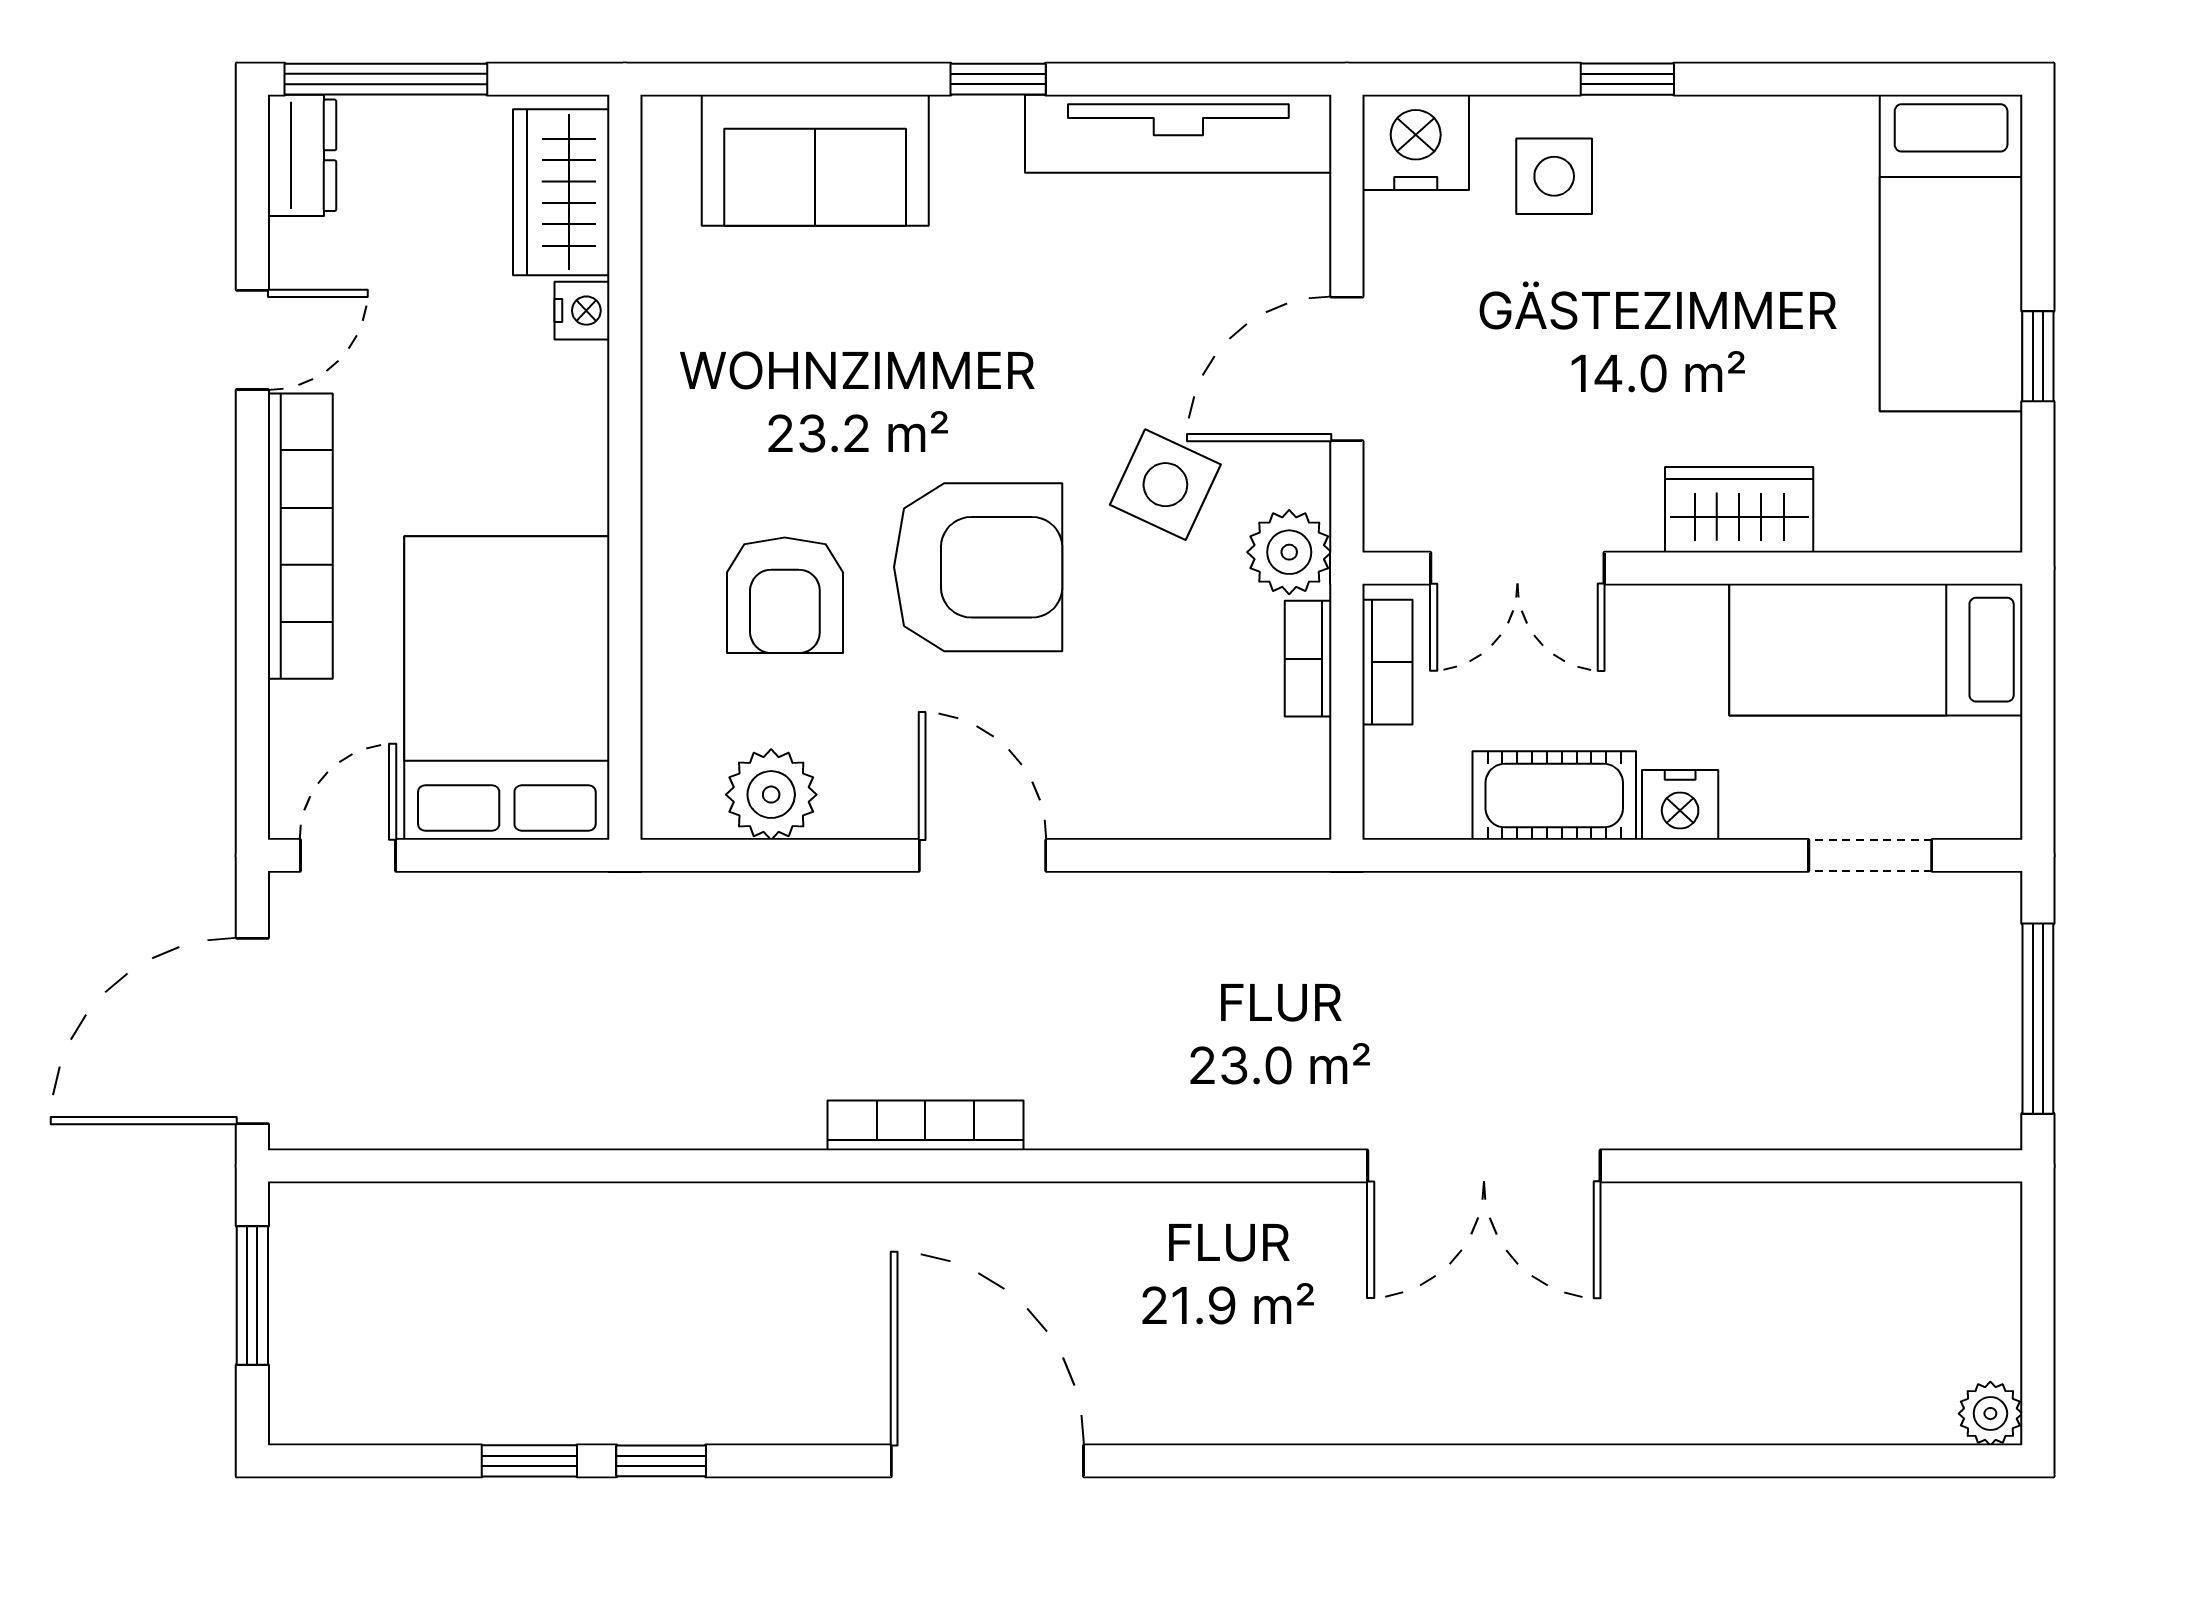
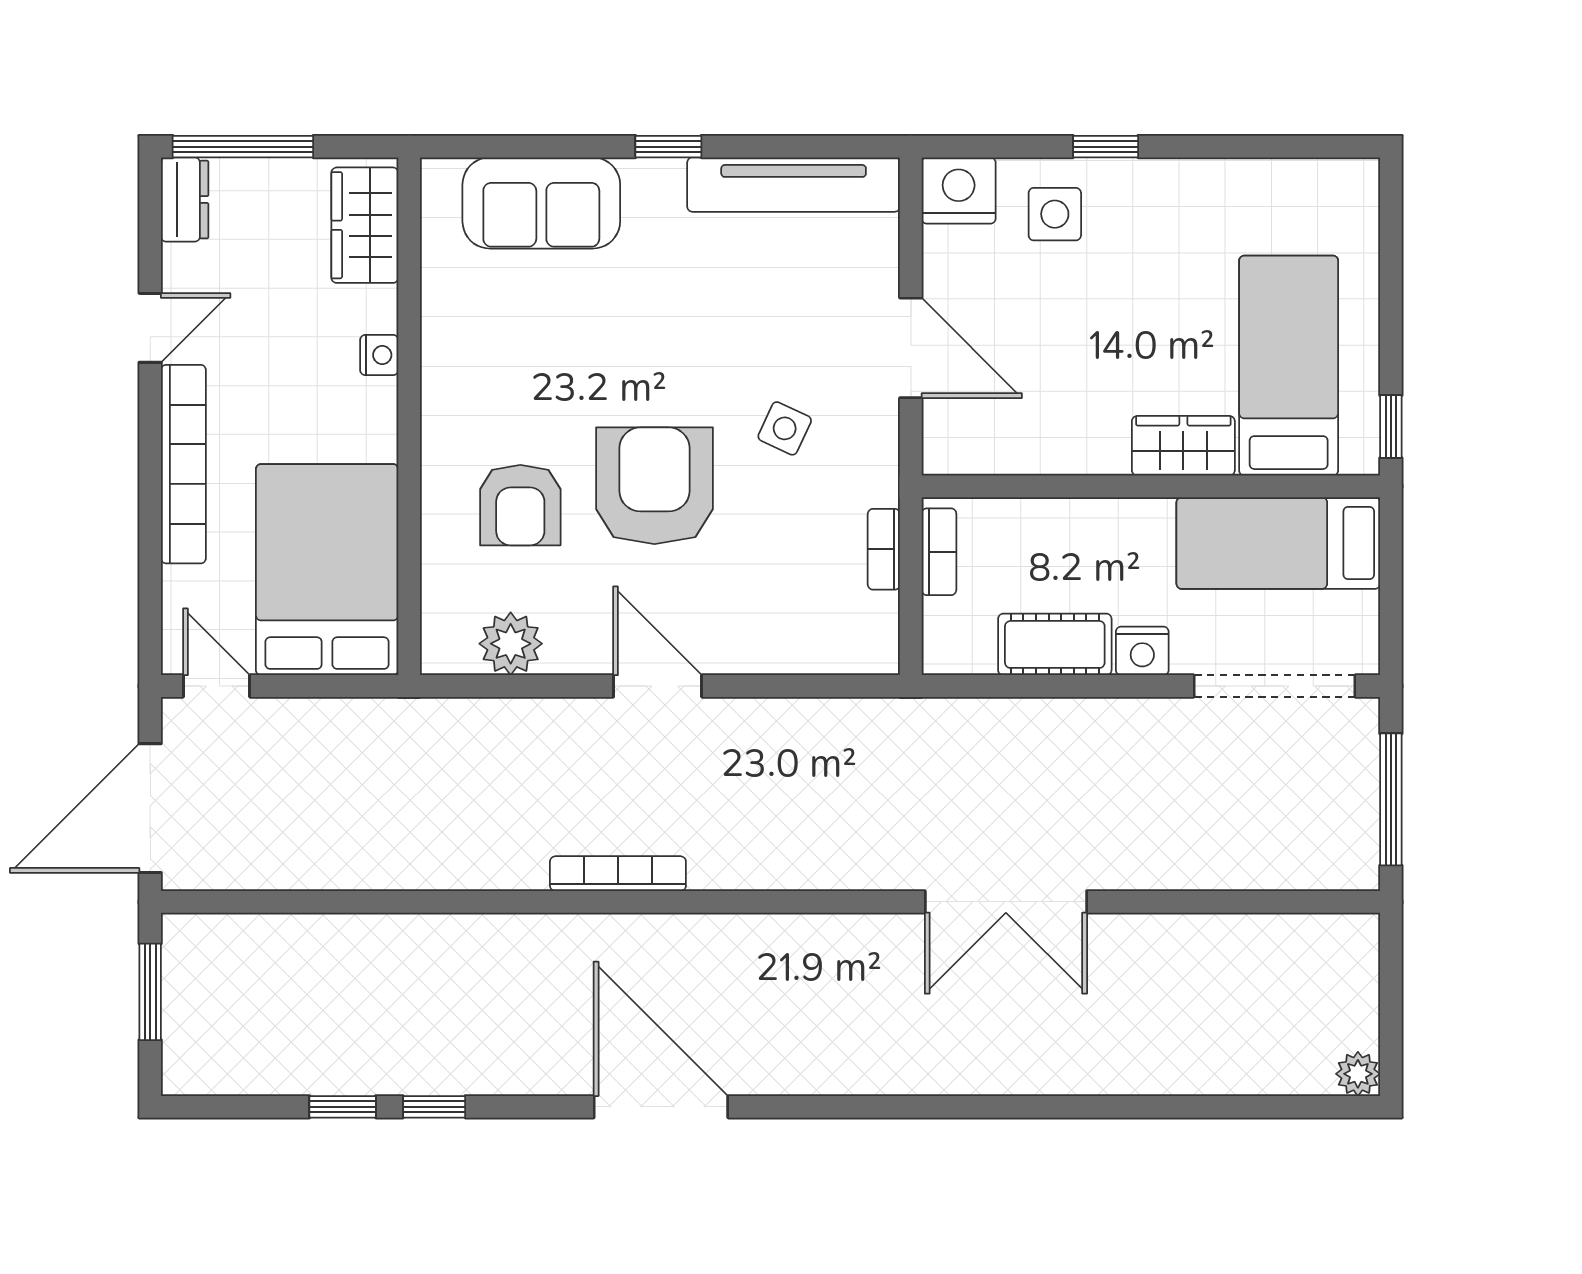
bed: (1951, 253) -> (1289, 366), moved, turned 180
nightstand: (582, 311) -> (379, 355), moved
window: (2038, 356) -> (1391, 427), moved
door: (1347, 369) -> (911, 348), swing flipped
side table: (1165, 485) -> (785, 428), width x0.73, depth x0.73
plant: (1289, 552) -> (871, 475), removed
armchair: (978, 567) -> (654, 486), turned -90
double door: (1517, 568) -> (1029, 486), removed
door: (348, 855) -> (217, 686), hinge flipped
doorway: (1870, 855) -> (1274, 686), width x1.88

